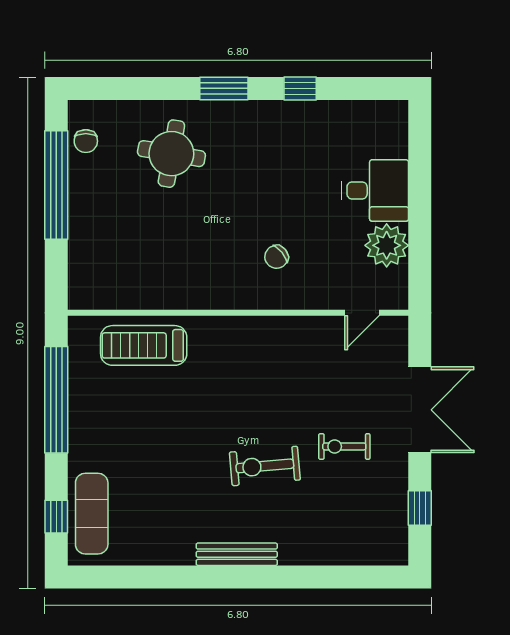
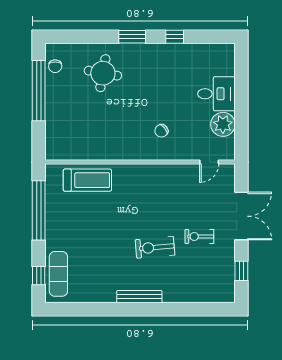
treadmill: (144, 345) -> (87, 180), turned 180

